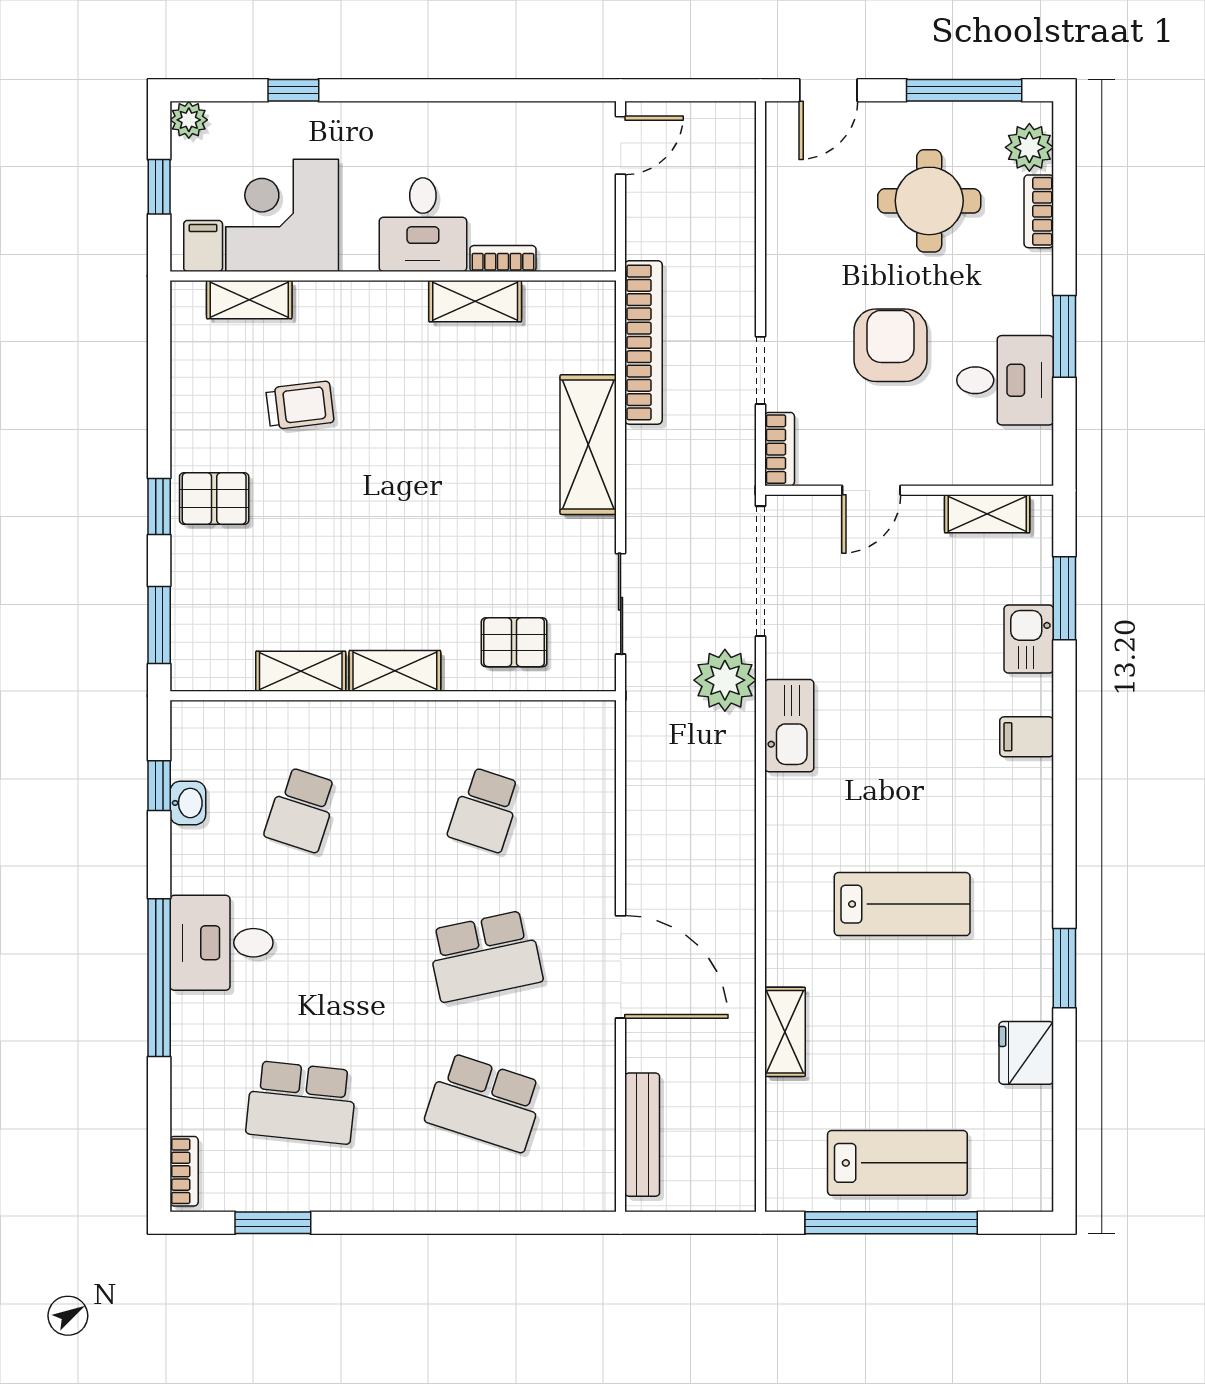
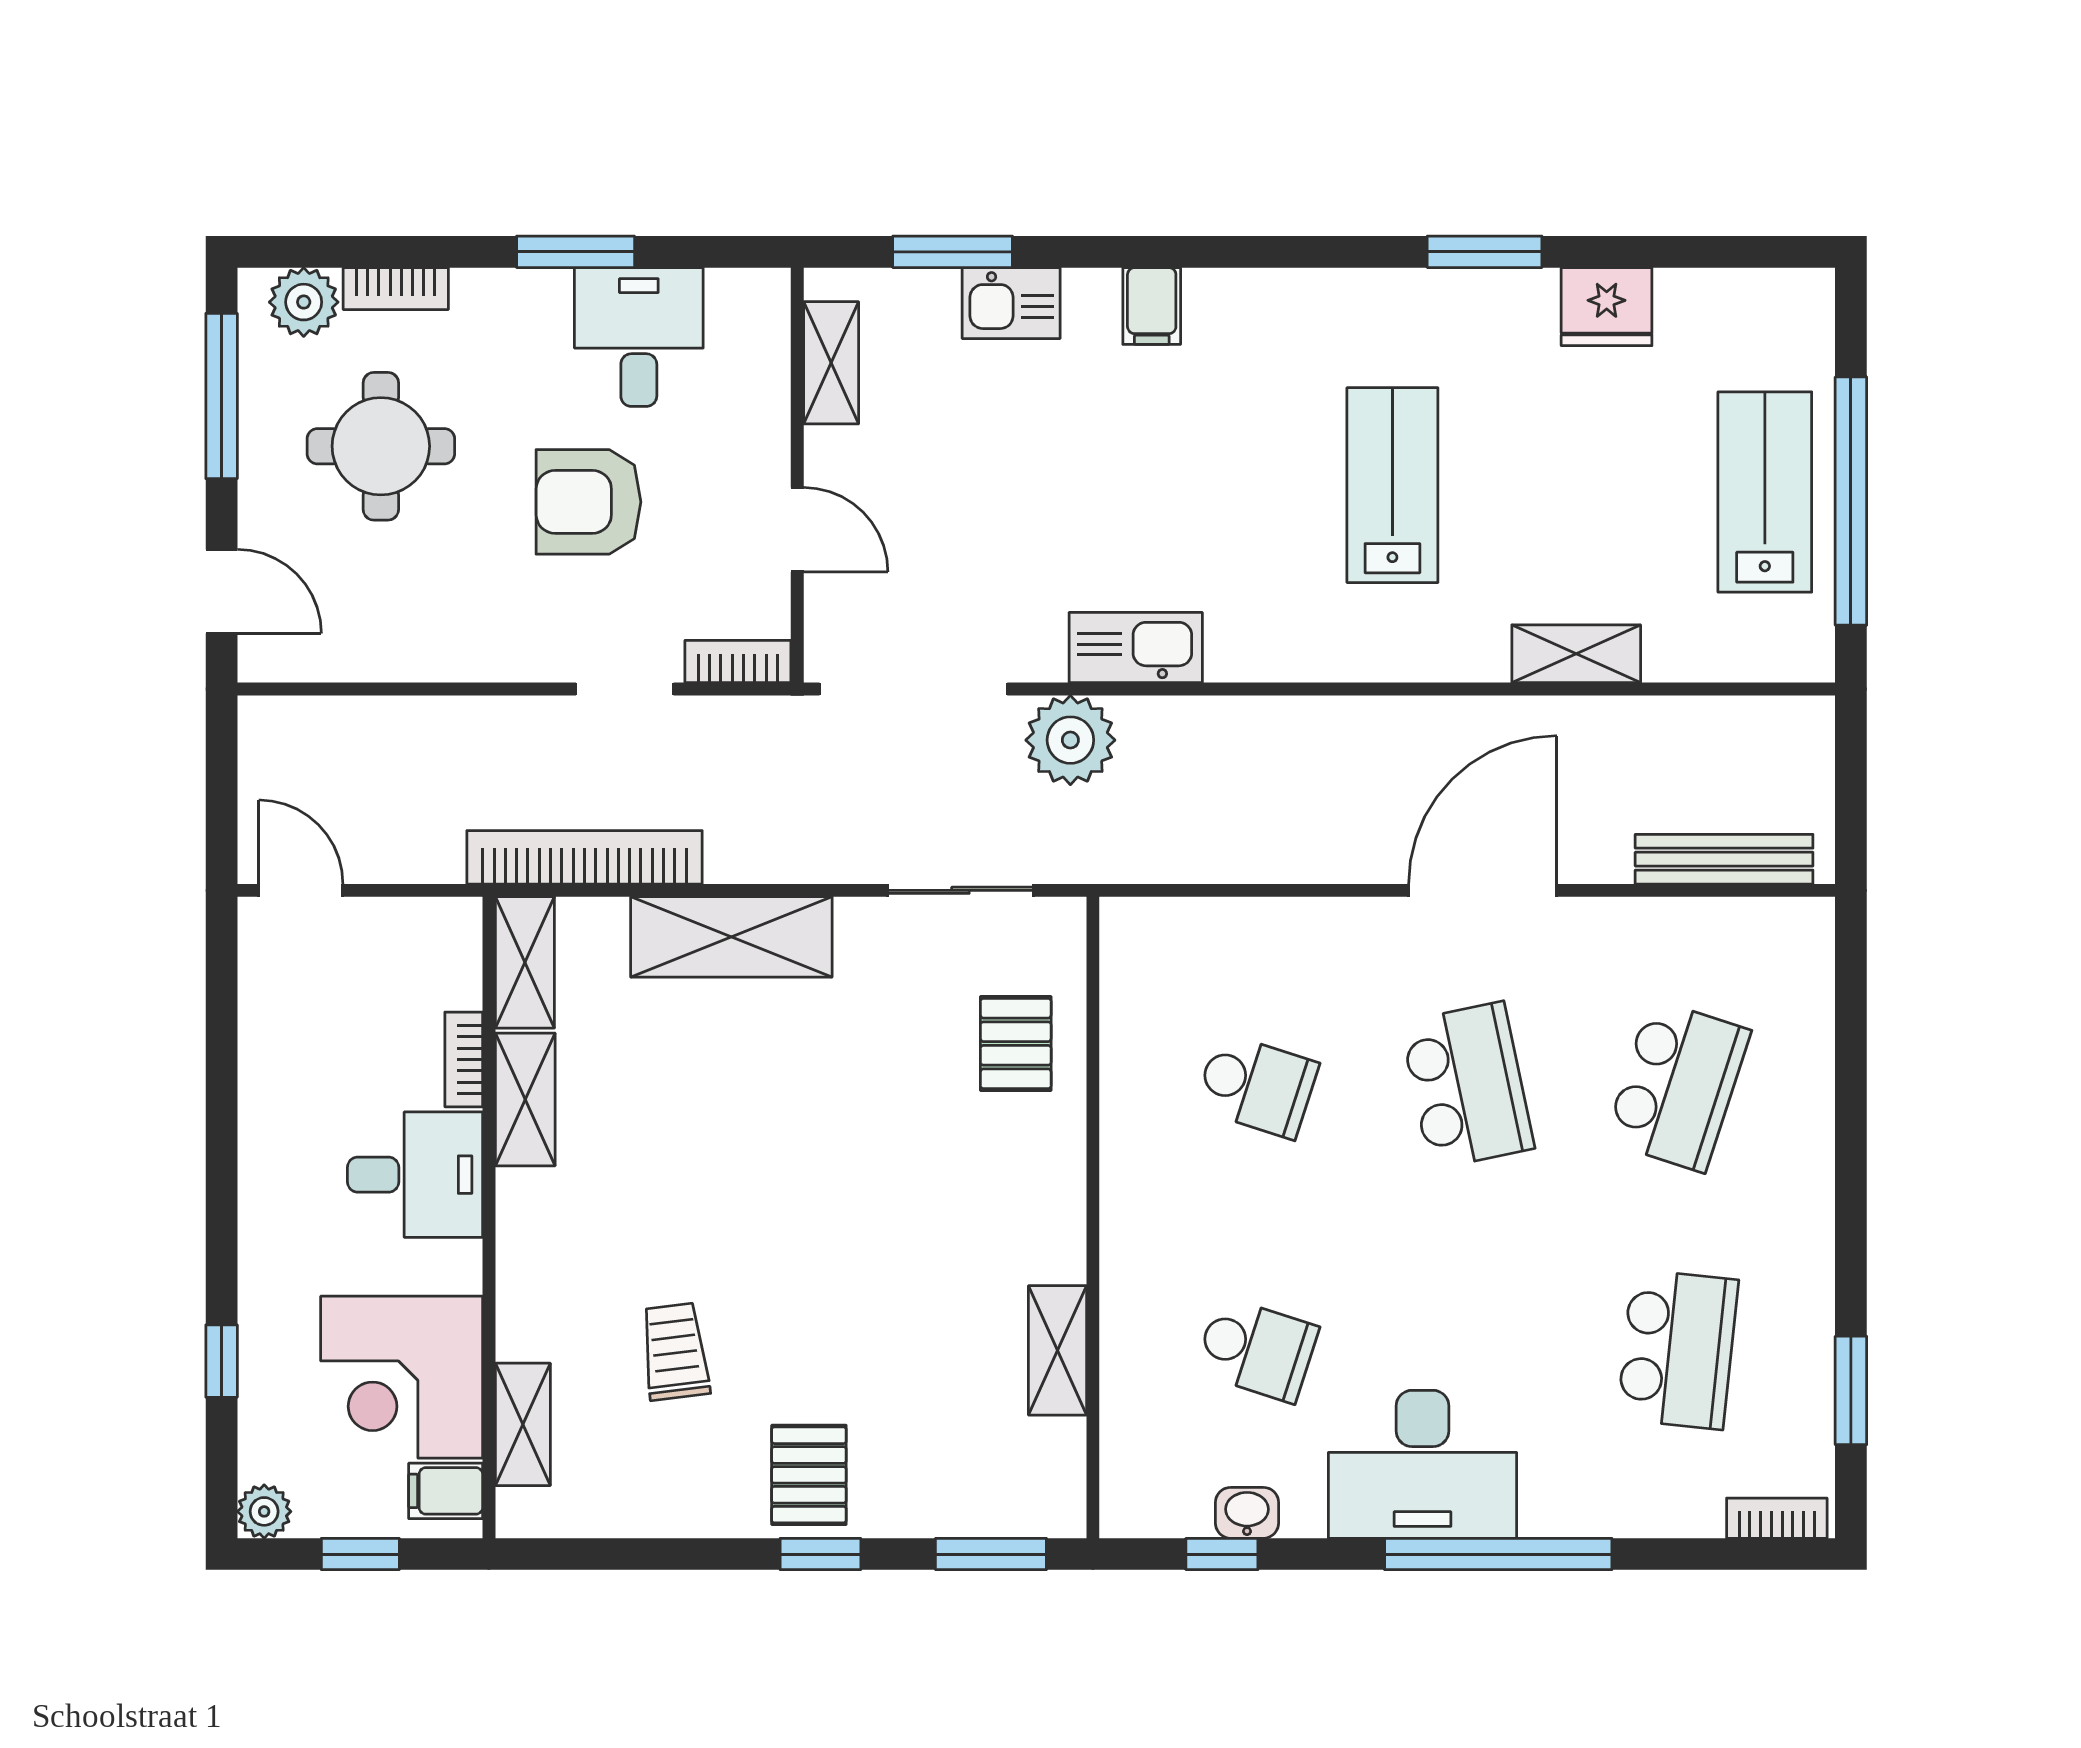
shelving: (395, 671) -> (525, 962), moved
desk: (222, 943) -> (1423, 1464), width x1.37

